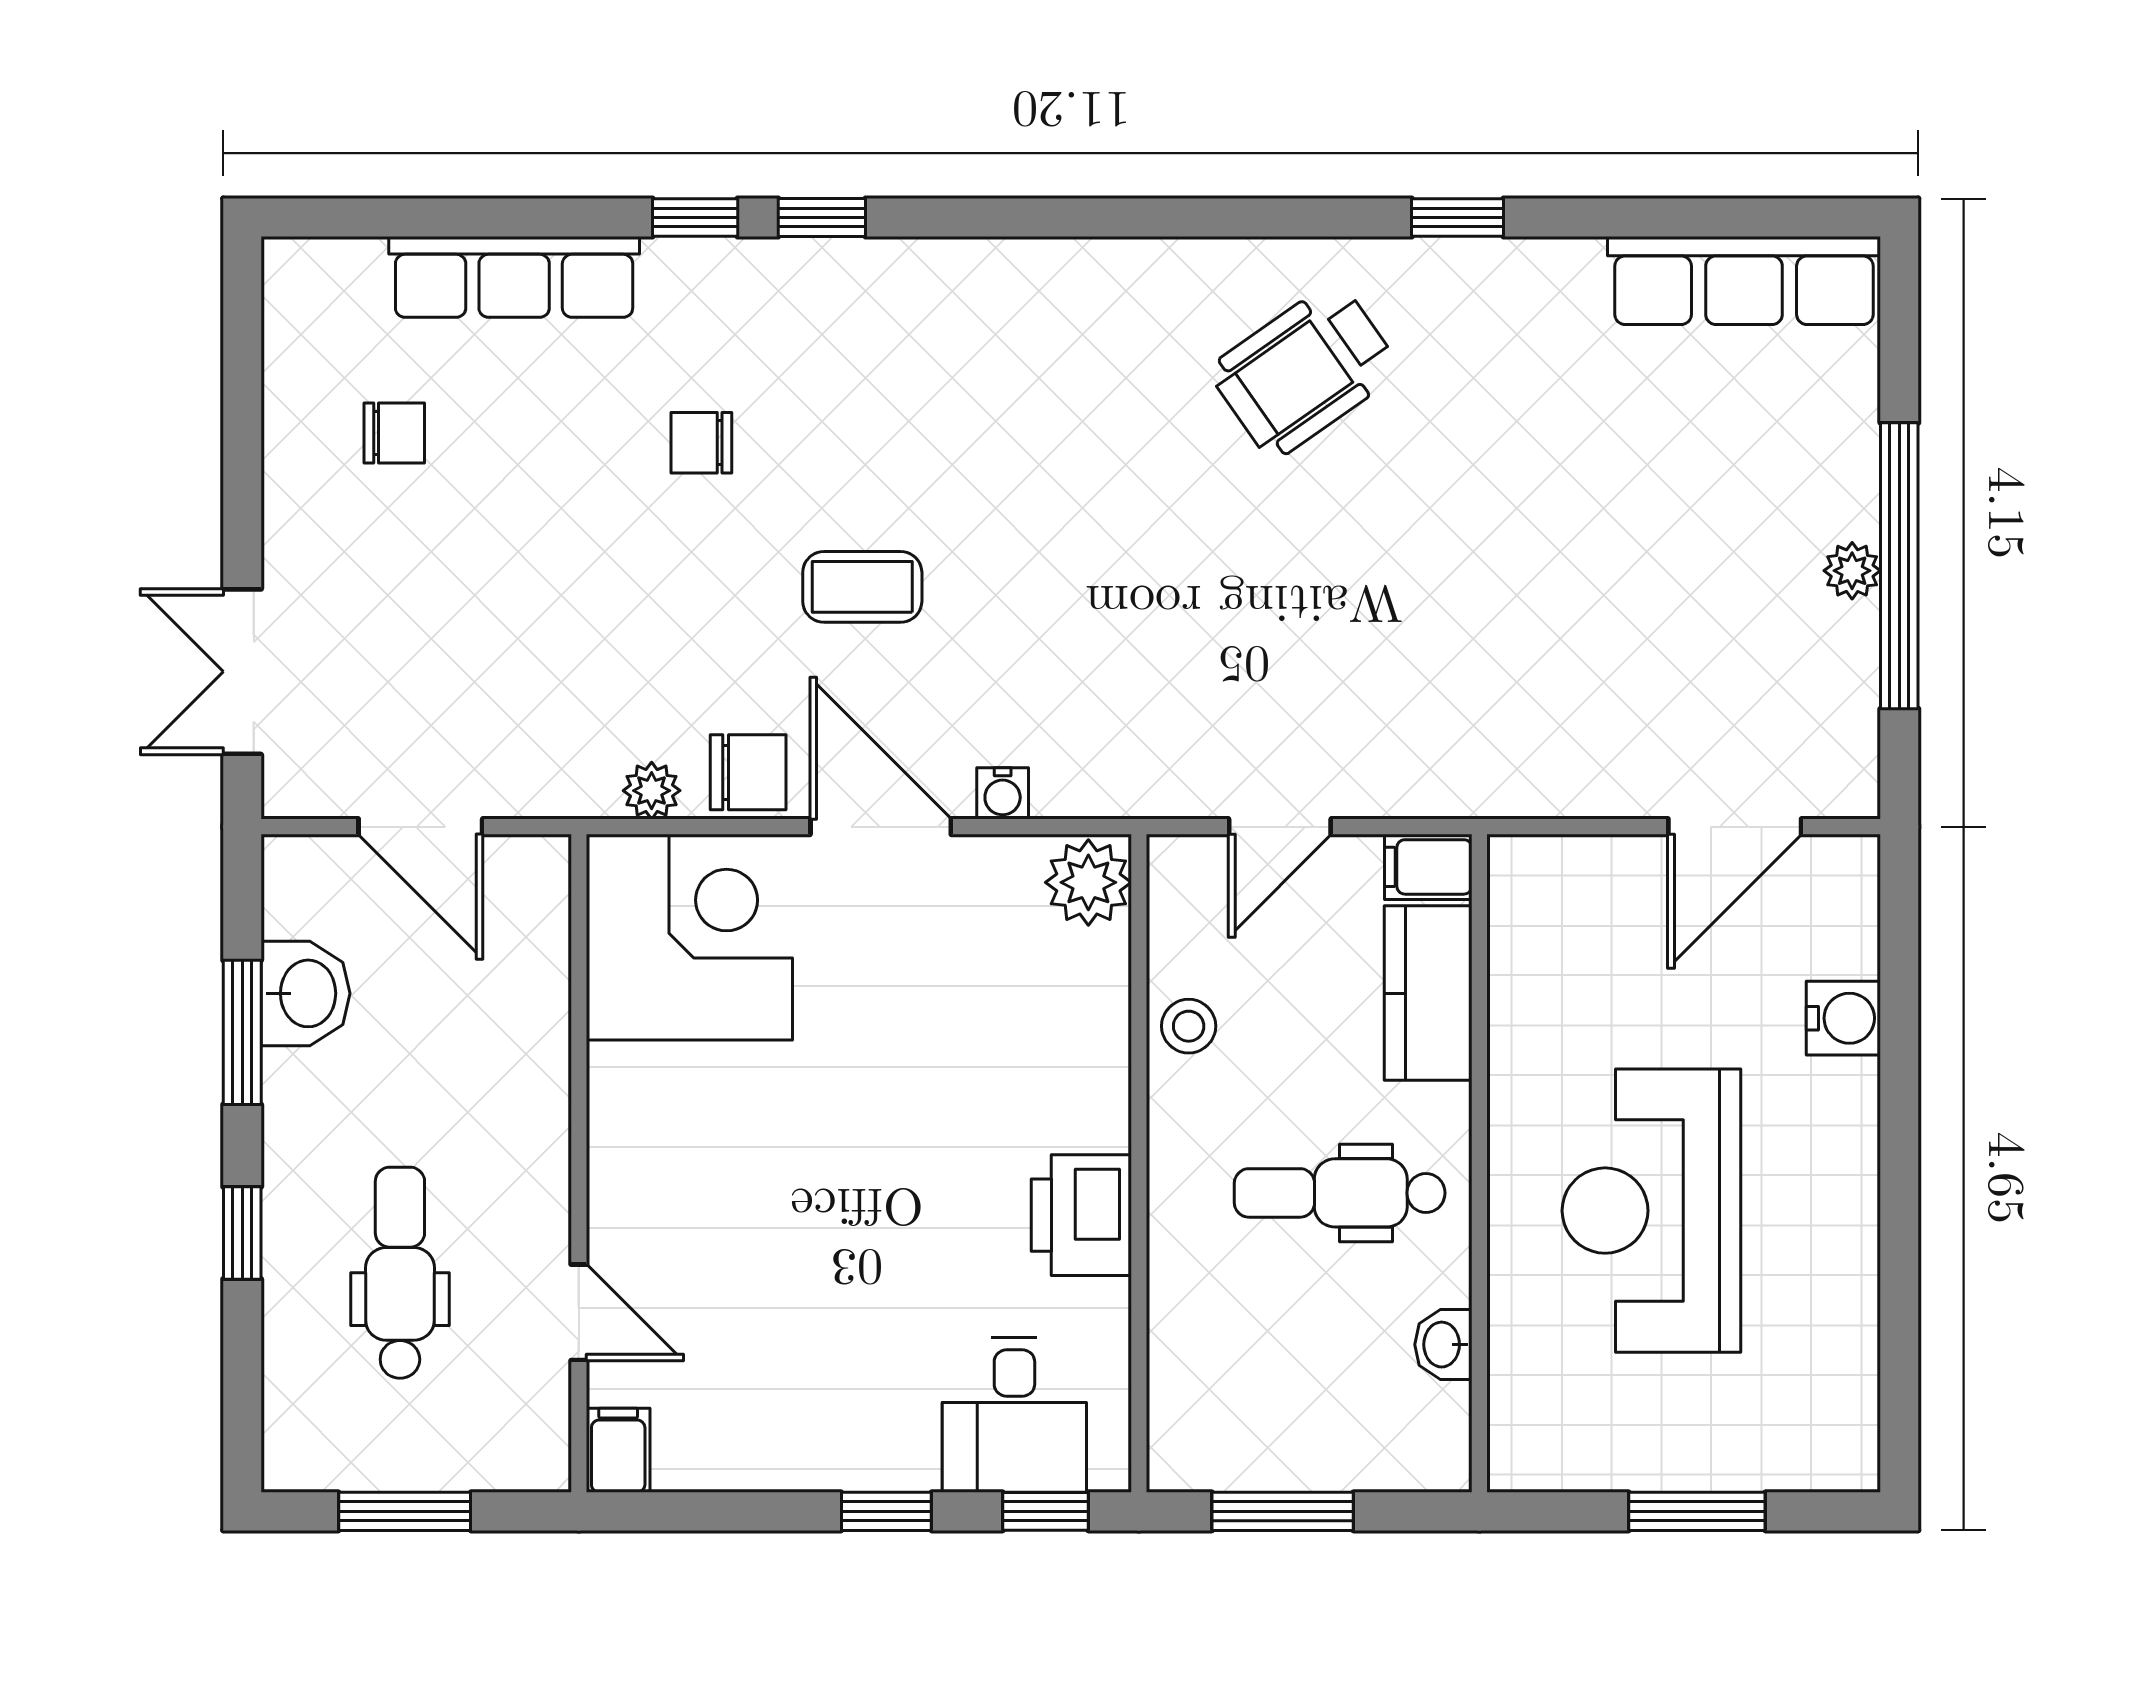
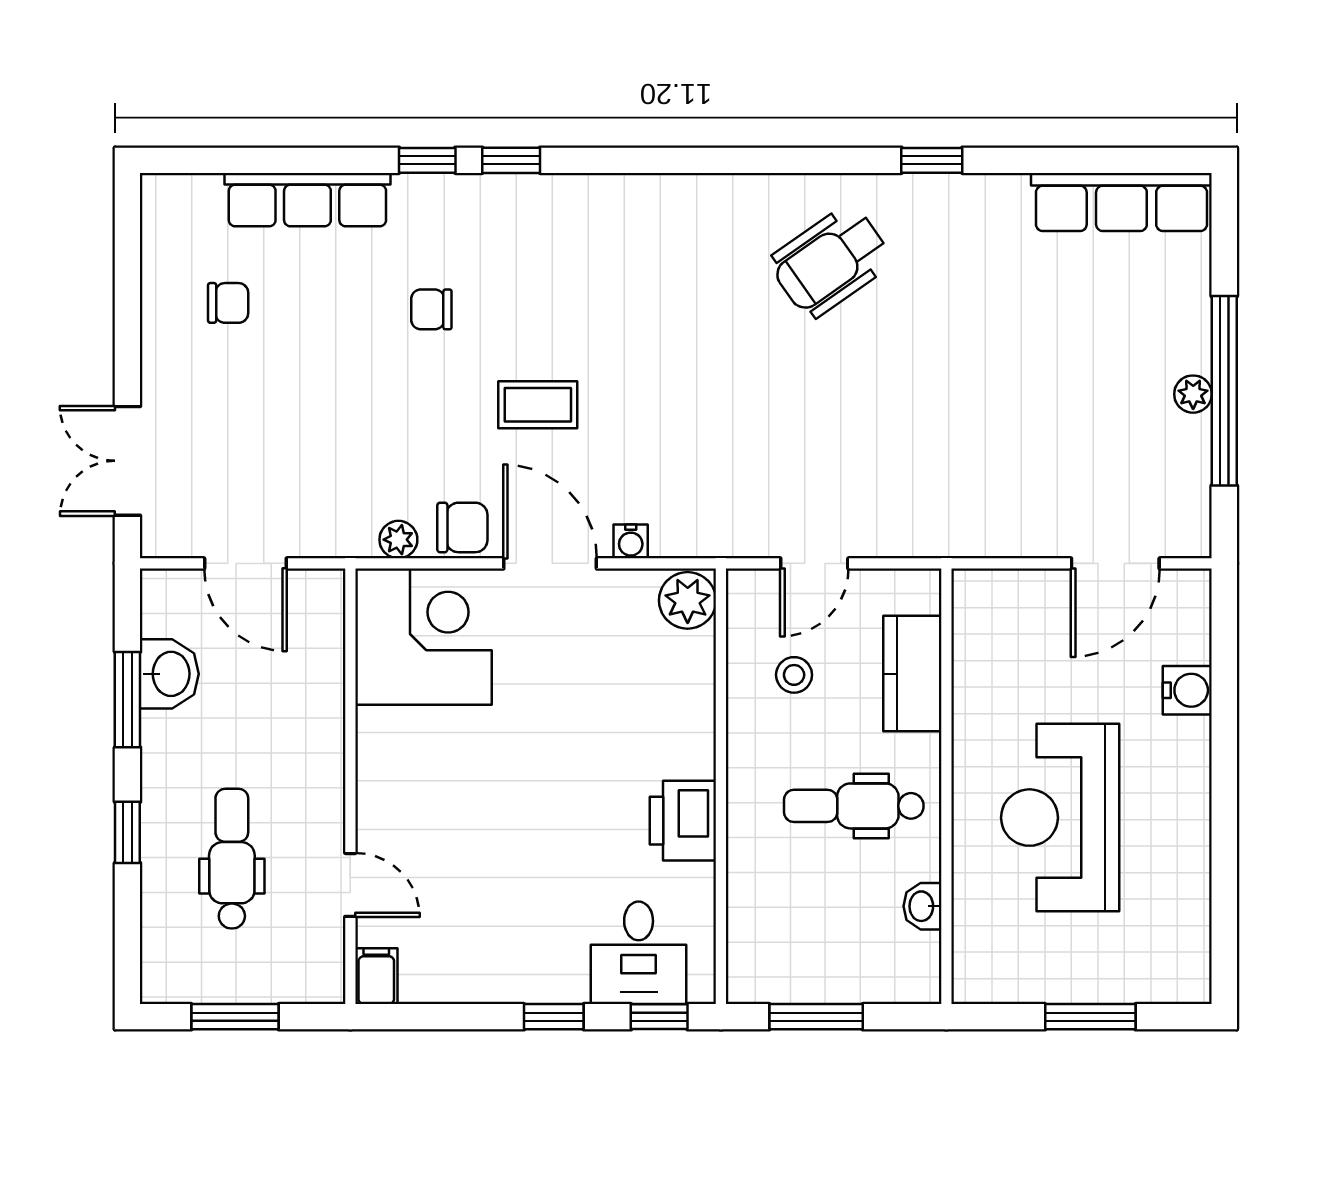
filing cabinet: (1428, 867) -> (912, 590), removed
stool: (1189, 1026) -> (794, 675), moved

